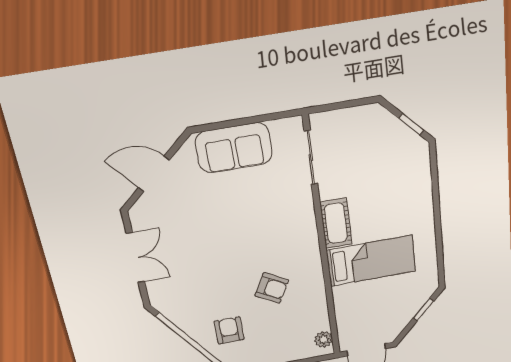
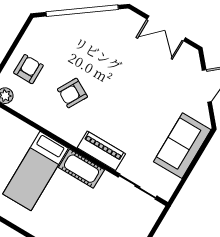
piano: (304, 219) -> (101, 151), added
armchair: (229, 330) -> (28, 69), moved, turned -90

